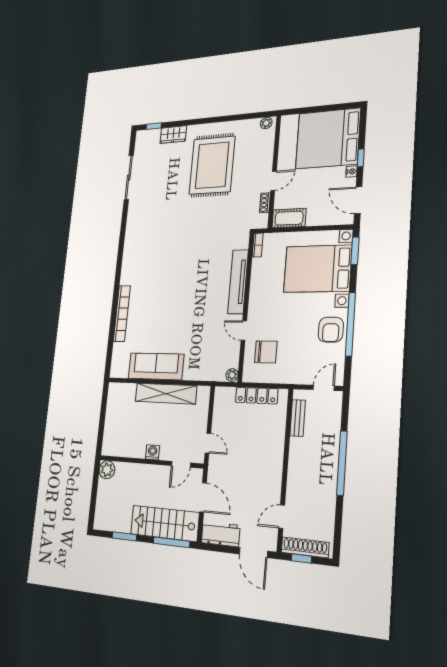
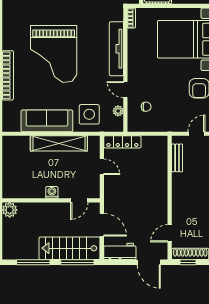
grand piano: (171, 289) -> (54, 54), added
chair: (266, 352) -> (146, 107), width x0.54, depth x0.54
side table: (201, 360) -> (89, 114), added
plant: (232, 375) -> (118, 111), moved
locker: (257, 396) -> (122, 142), moved
door: (208, 443) -> (102, 167), moved
window: (124, 536) -> (33, 262), width x1.44

